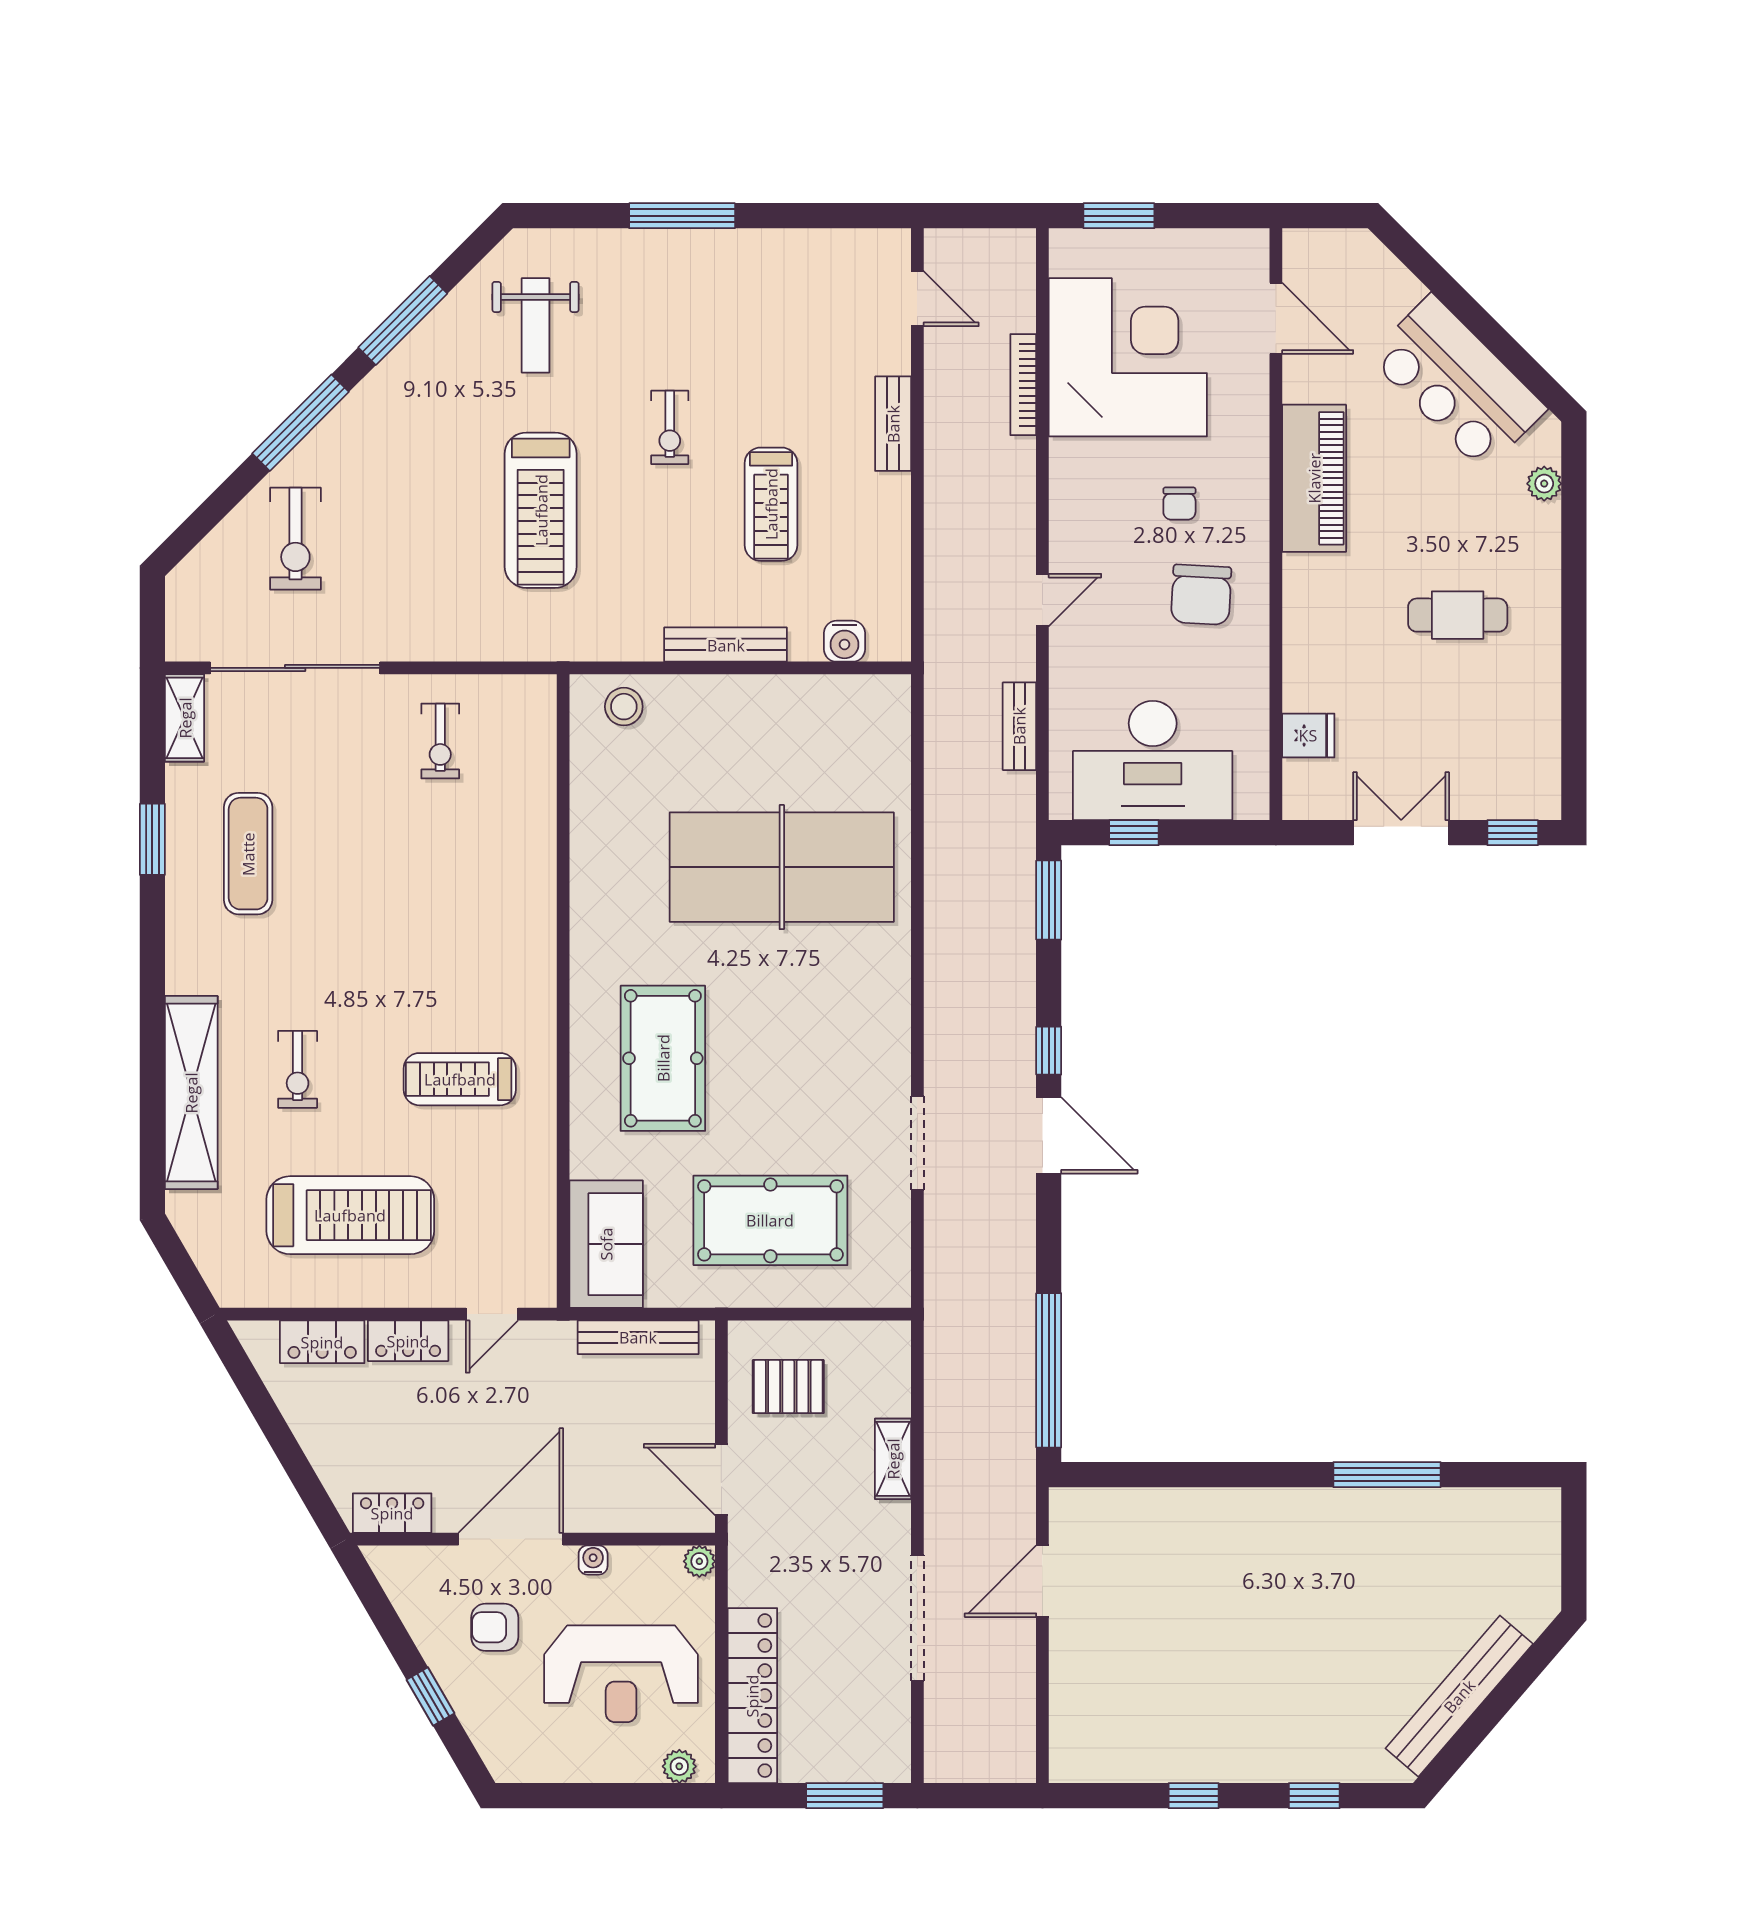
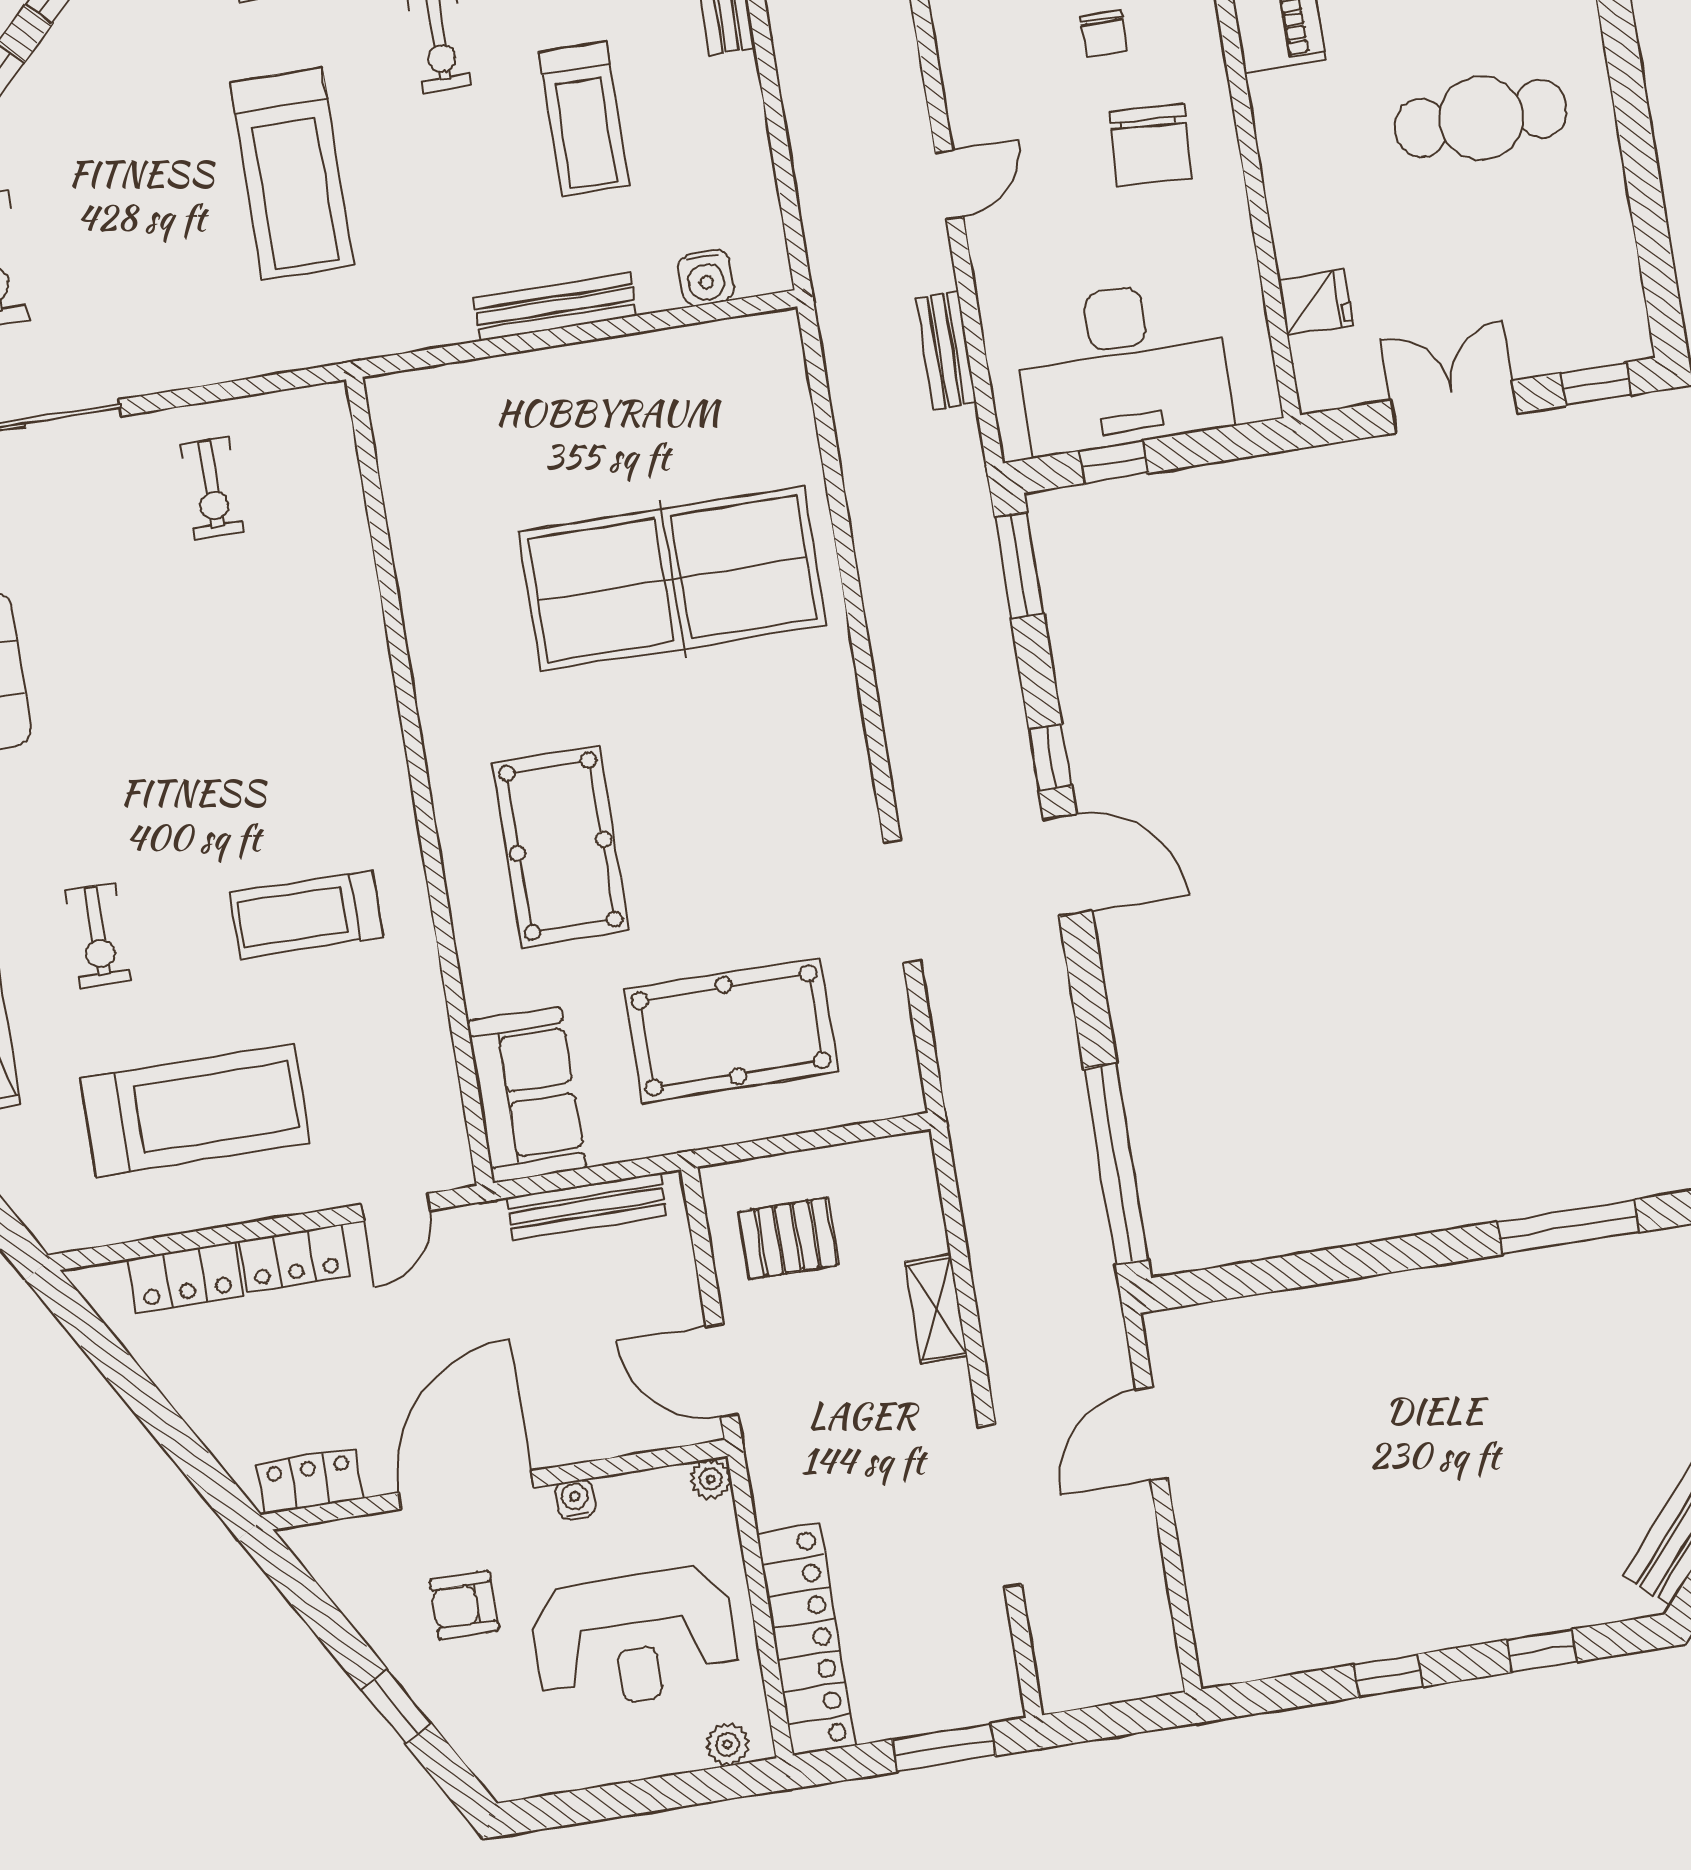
cafe table: (1458, 615) -> (1481, 118), width x1.37, depth x1.35
stool: (624, 707) -> (438, 407), removed

